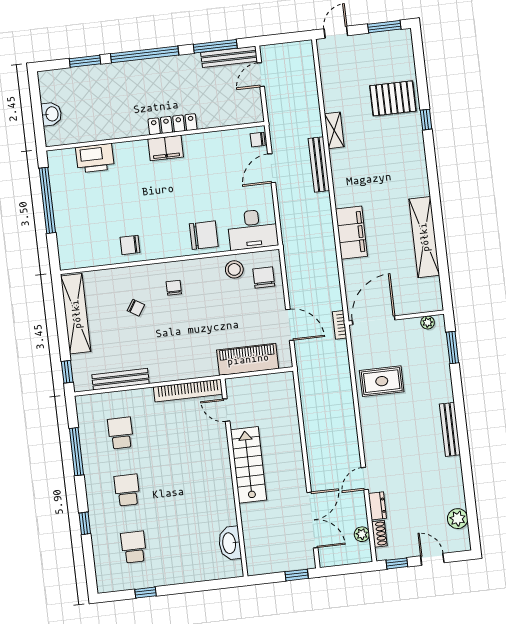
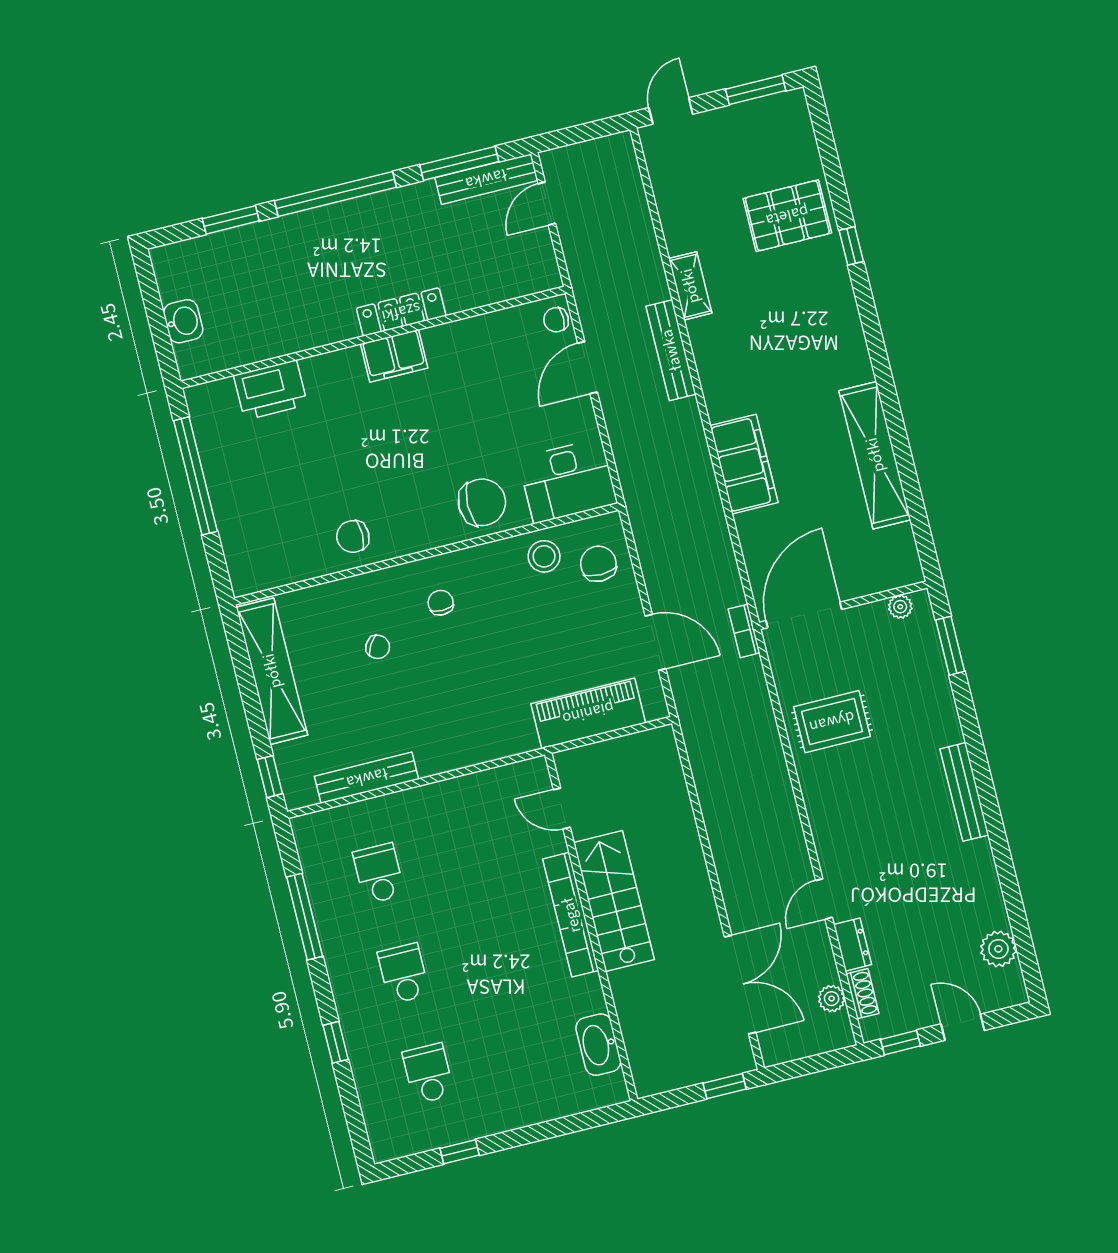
bookcase: (188, 391) -> (571, 915), moved, turned 90

